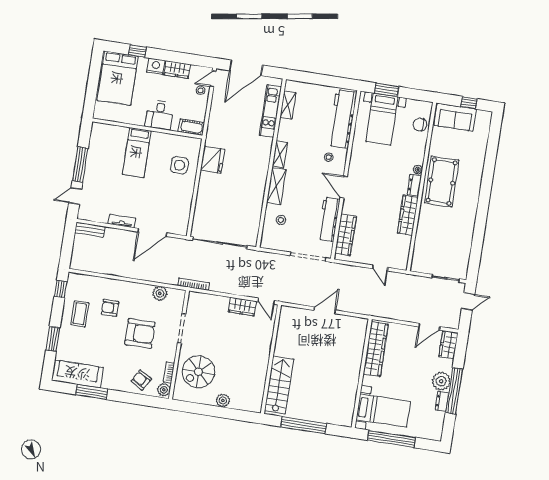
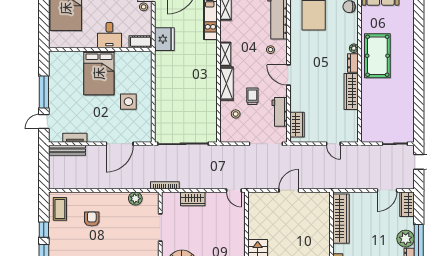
bed: (137, 152) -> (99, 73), width x1.50
fridge: (212, 160) -> (164, 39), moved
side table: (179, 165) -> (128, 102), moved
trolley: (302, 204) -> (252, 96), added
workbench: (329, 219) -> (280, 112), width x0.73
tv unit: (122, 221) -> (75, 138), moved
bench: (90, 230) -> (67, 150), width x1.36
wardrobe: (346, 235) -> (297, 125), width x0.67
window: (61, 289) -> (44, 230), moved
wardrobe: (242, 307) -> (193, 199), moved
armchair: (110, 308) -> (92, 219), turned 90
coffee table: (80, 314) -> (60, 209), moved
armchair: (140, 333) -> (123, 238), removed

